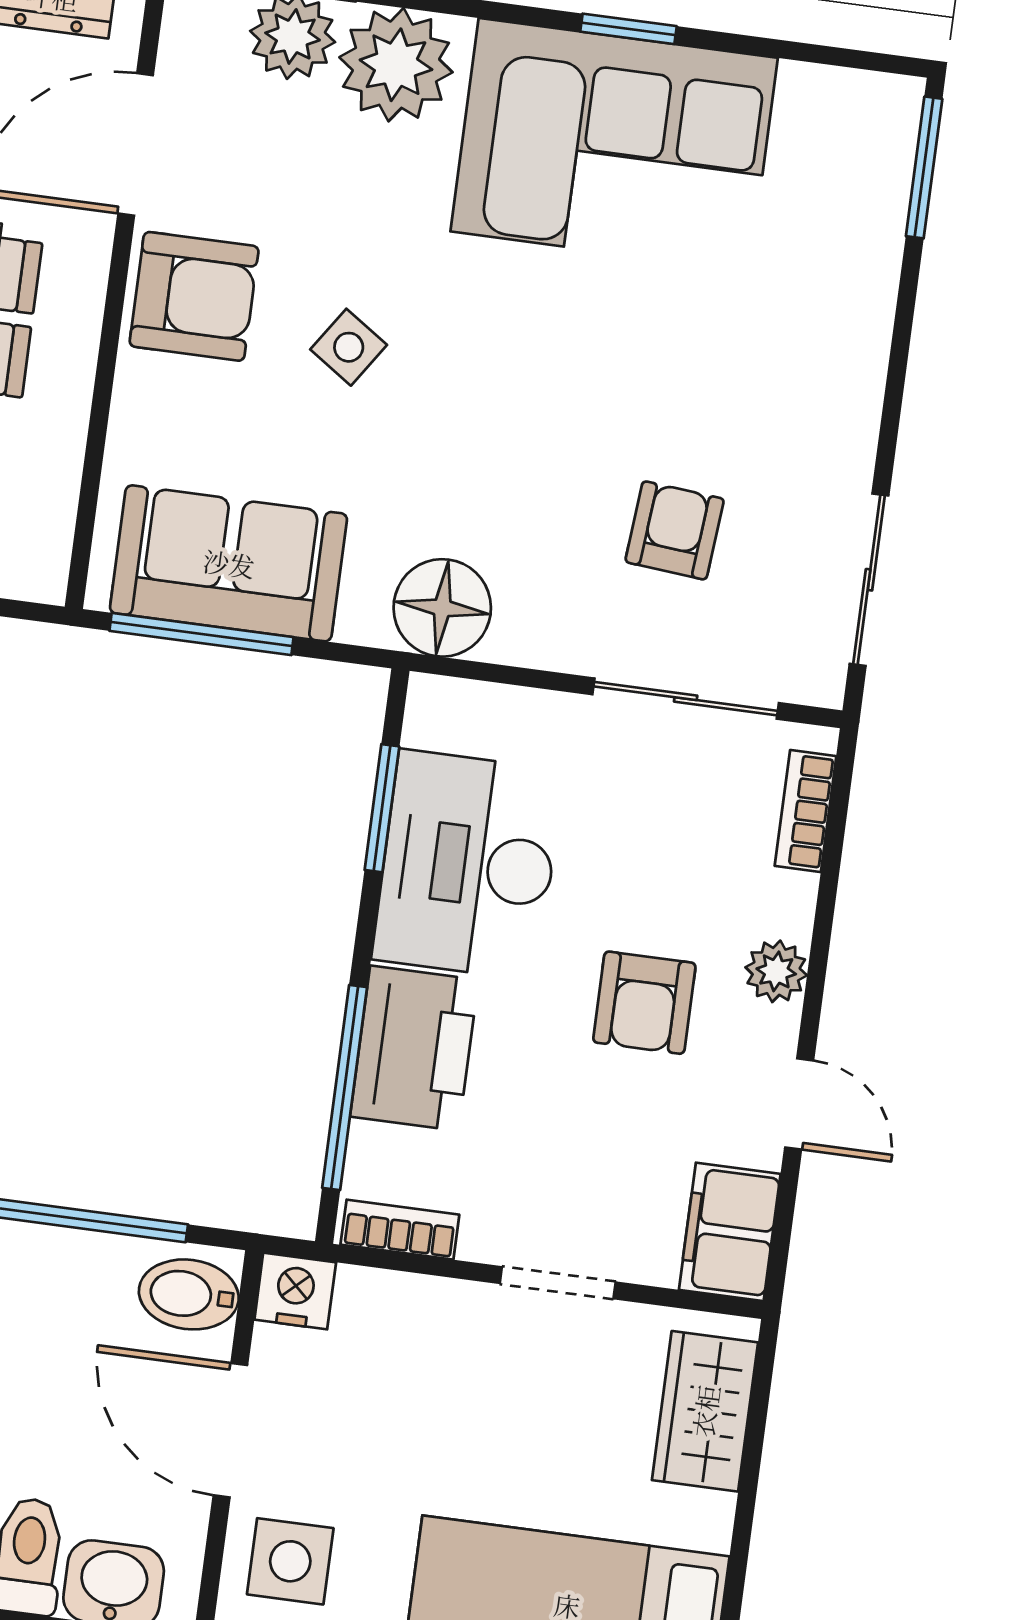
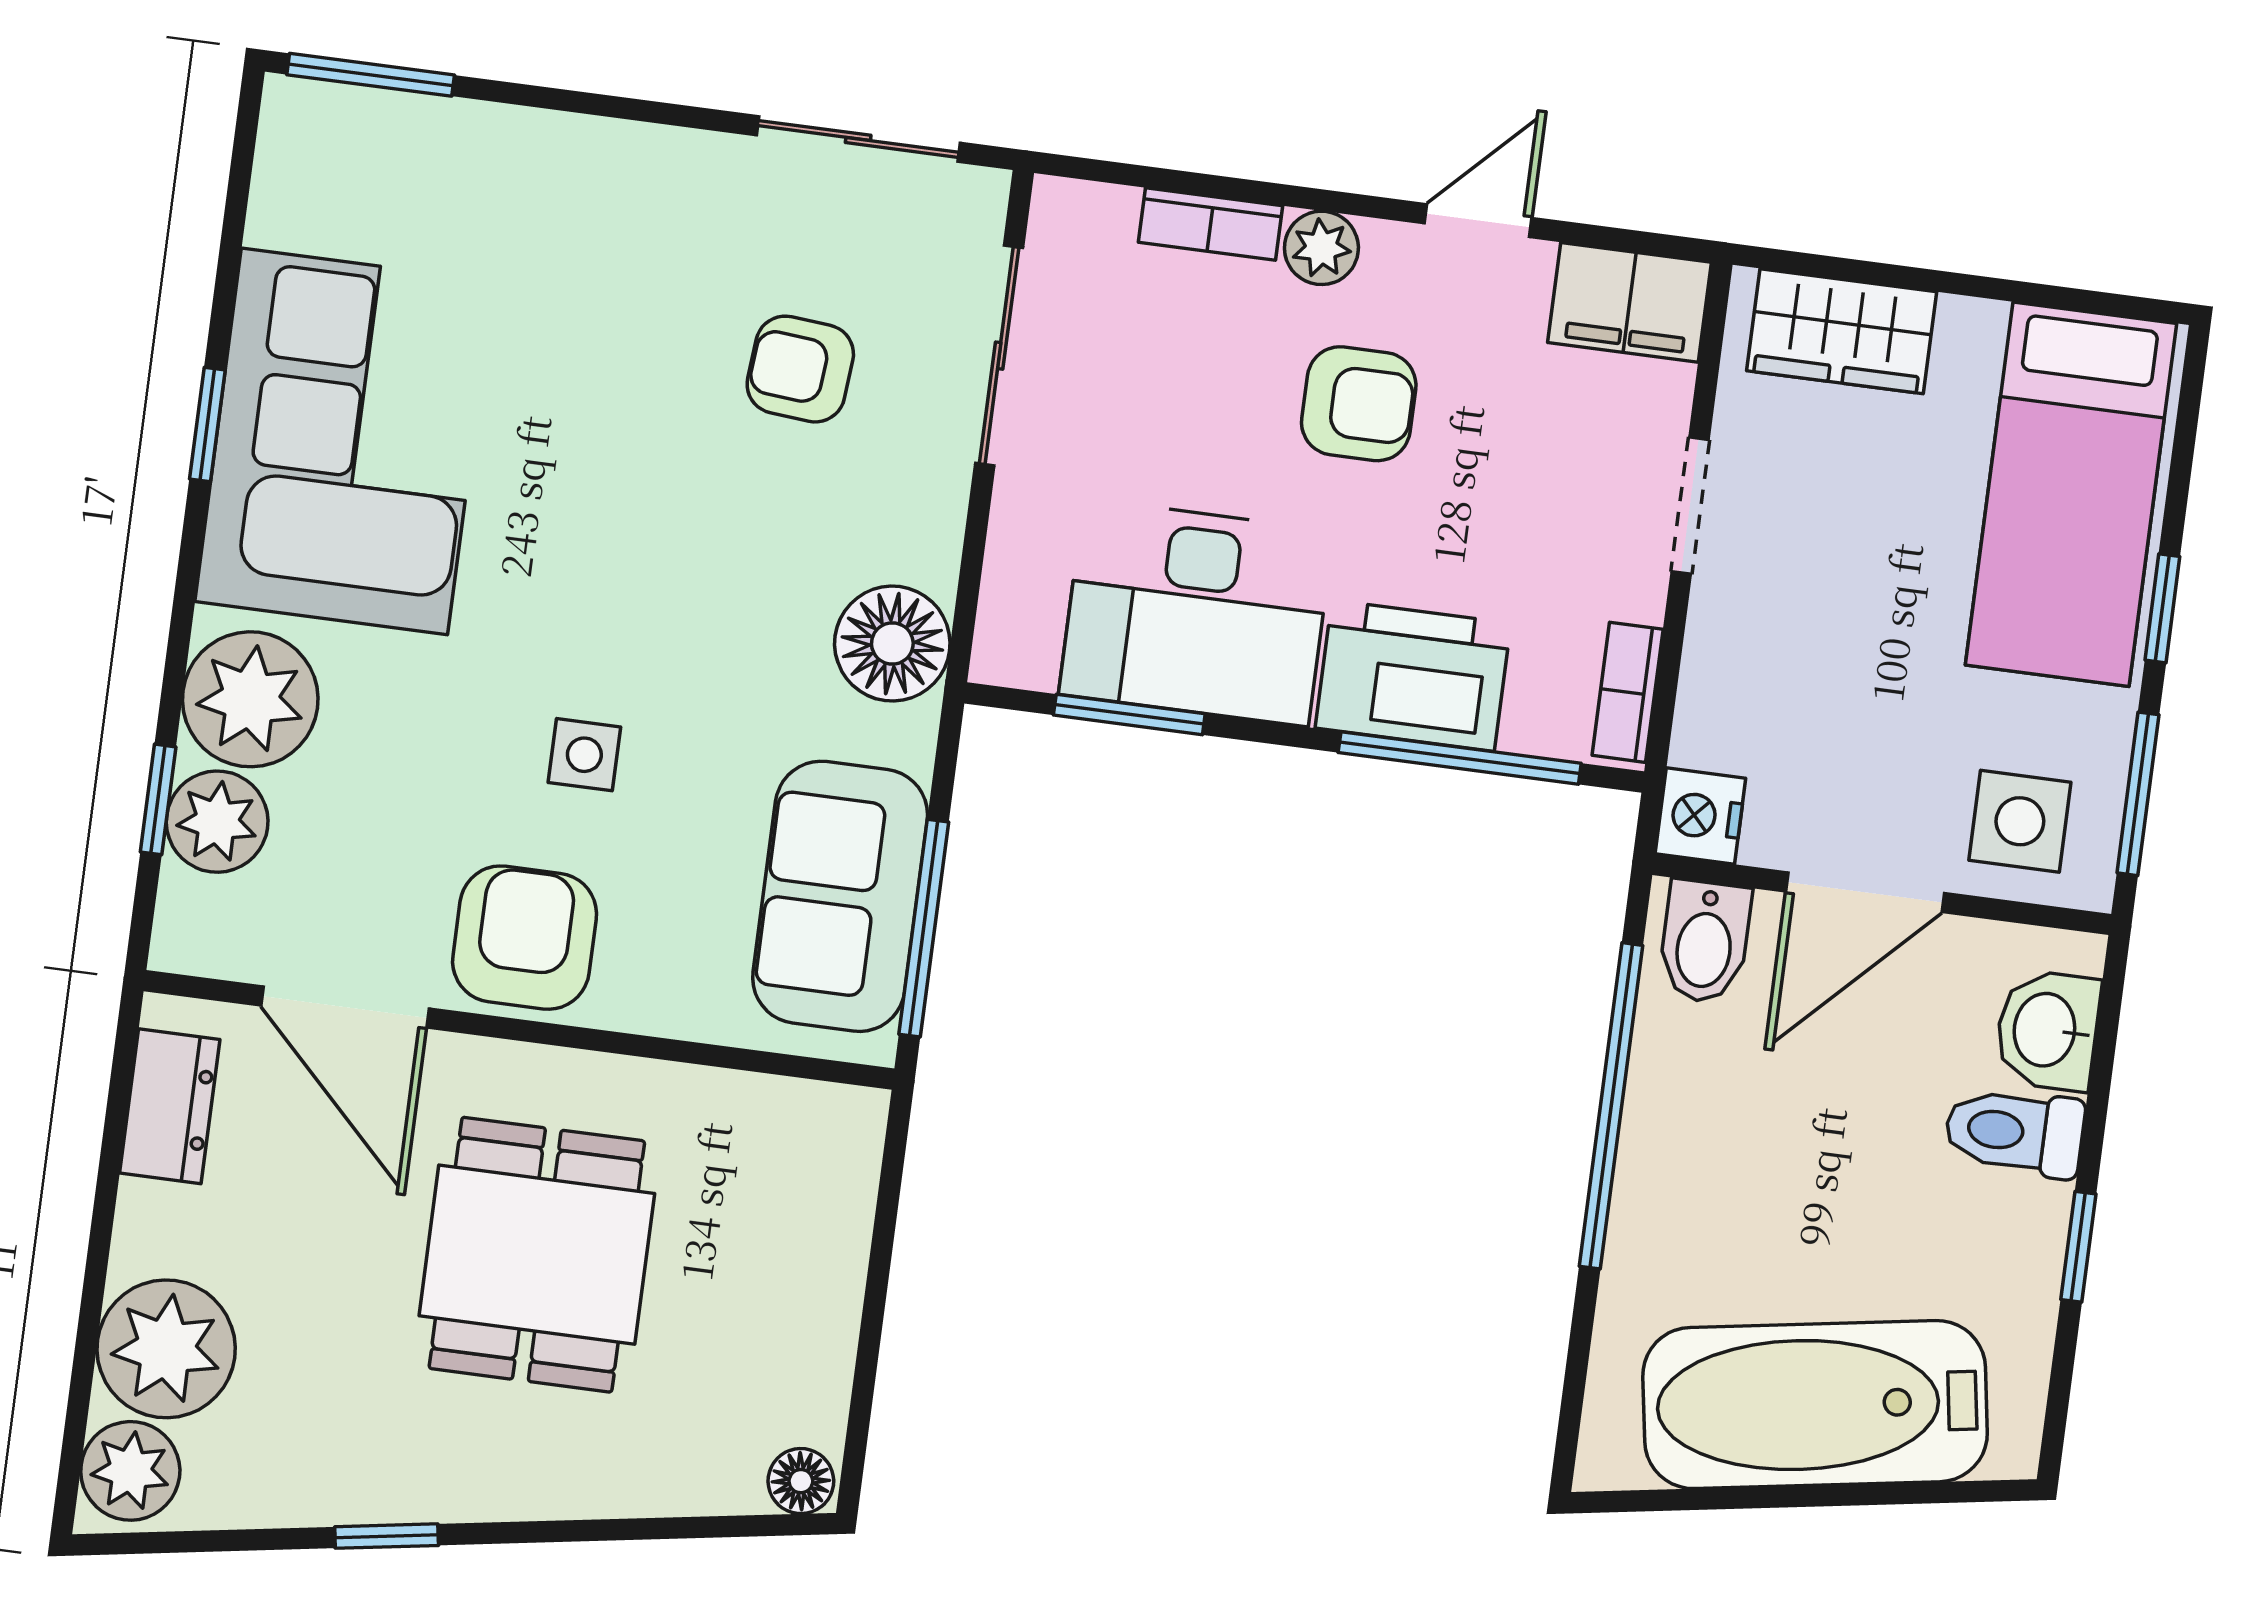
side table: (349, 347) -> (584, 755), turned -34
bookcase: (805, 811) -> (1211, 224), moved

